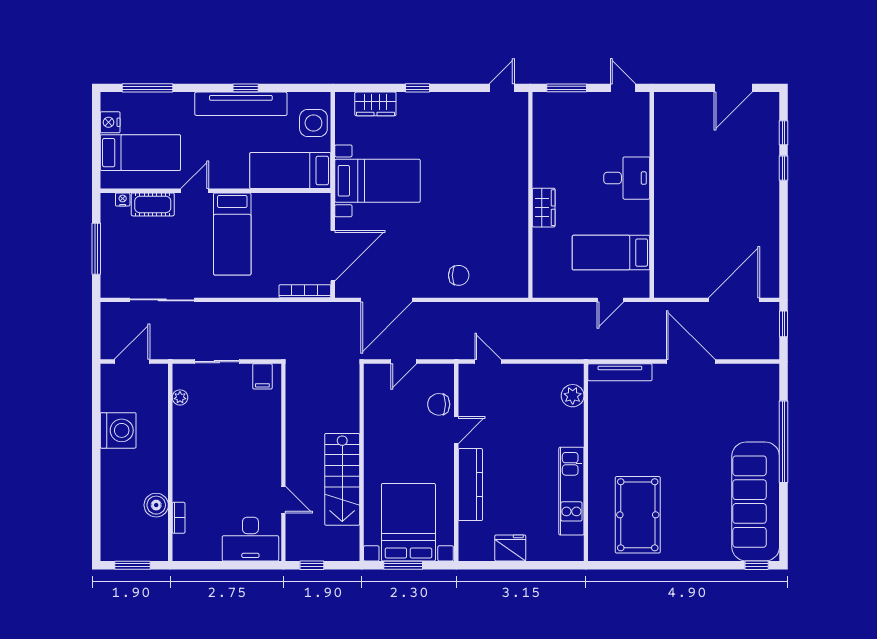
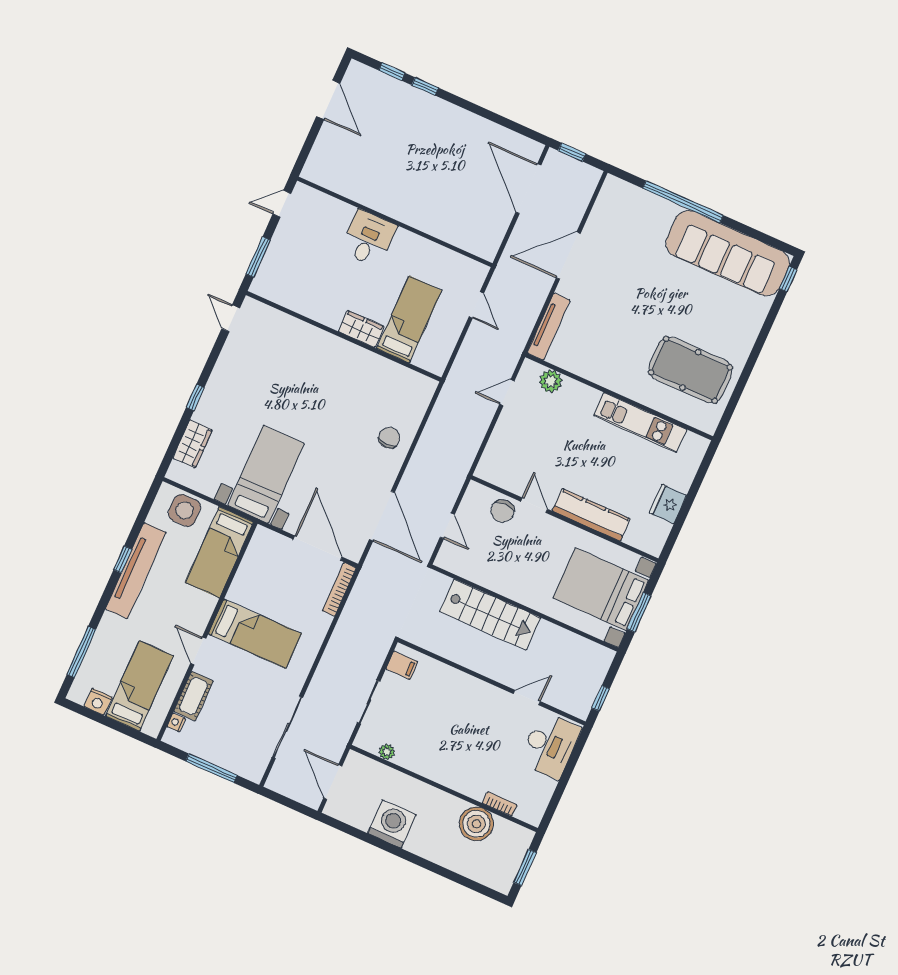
bed: (611, 253) -> (409, 319), moved, turned 180
door: (488, 362) -> (507, 393), moved
stairs: (342, 479) -> (490, 615), moved
boiler: (156, 505) -> (476, 824), width x1.37, depth x1.37

